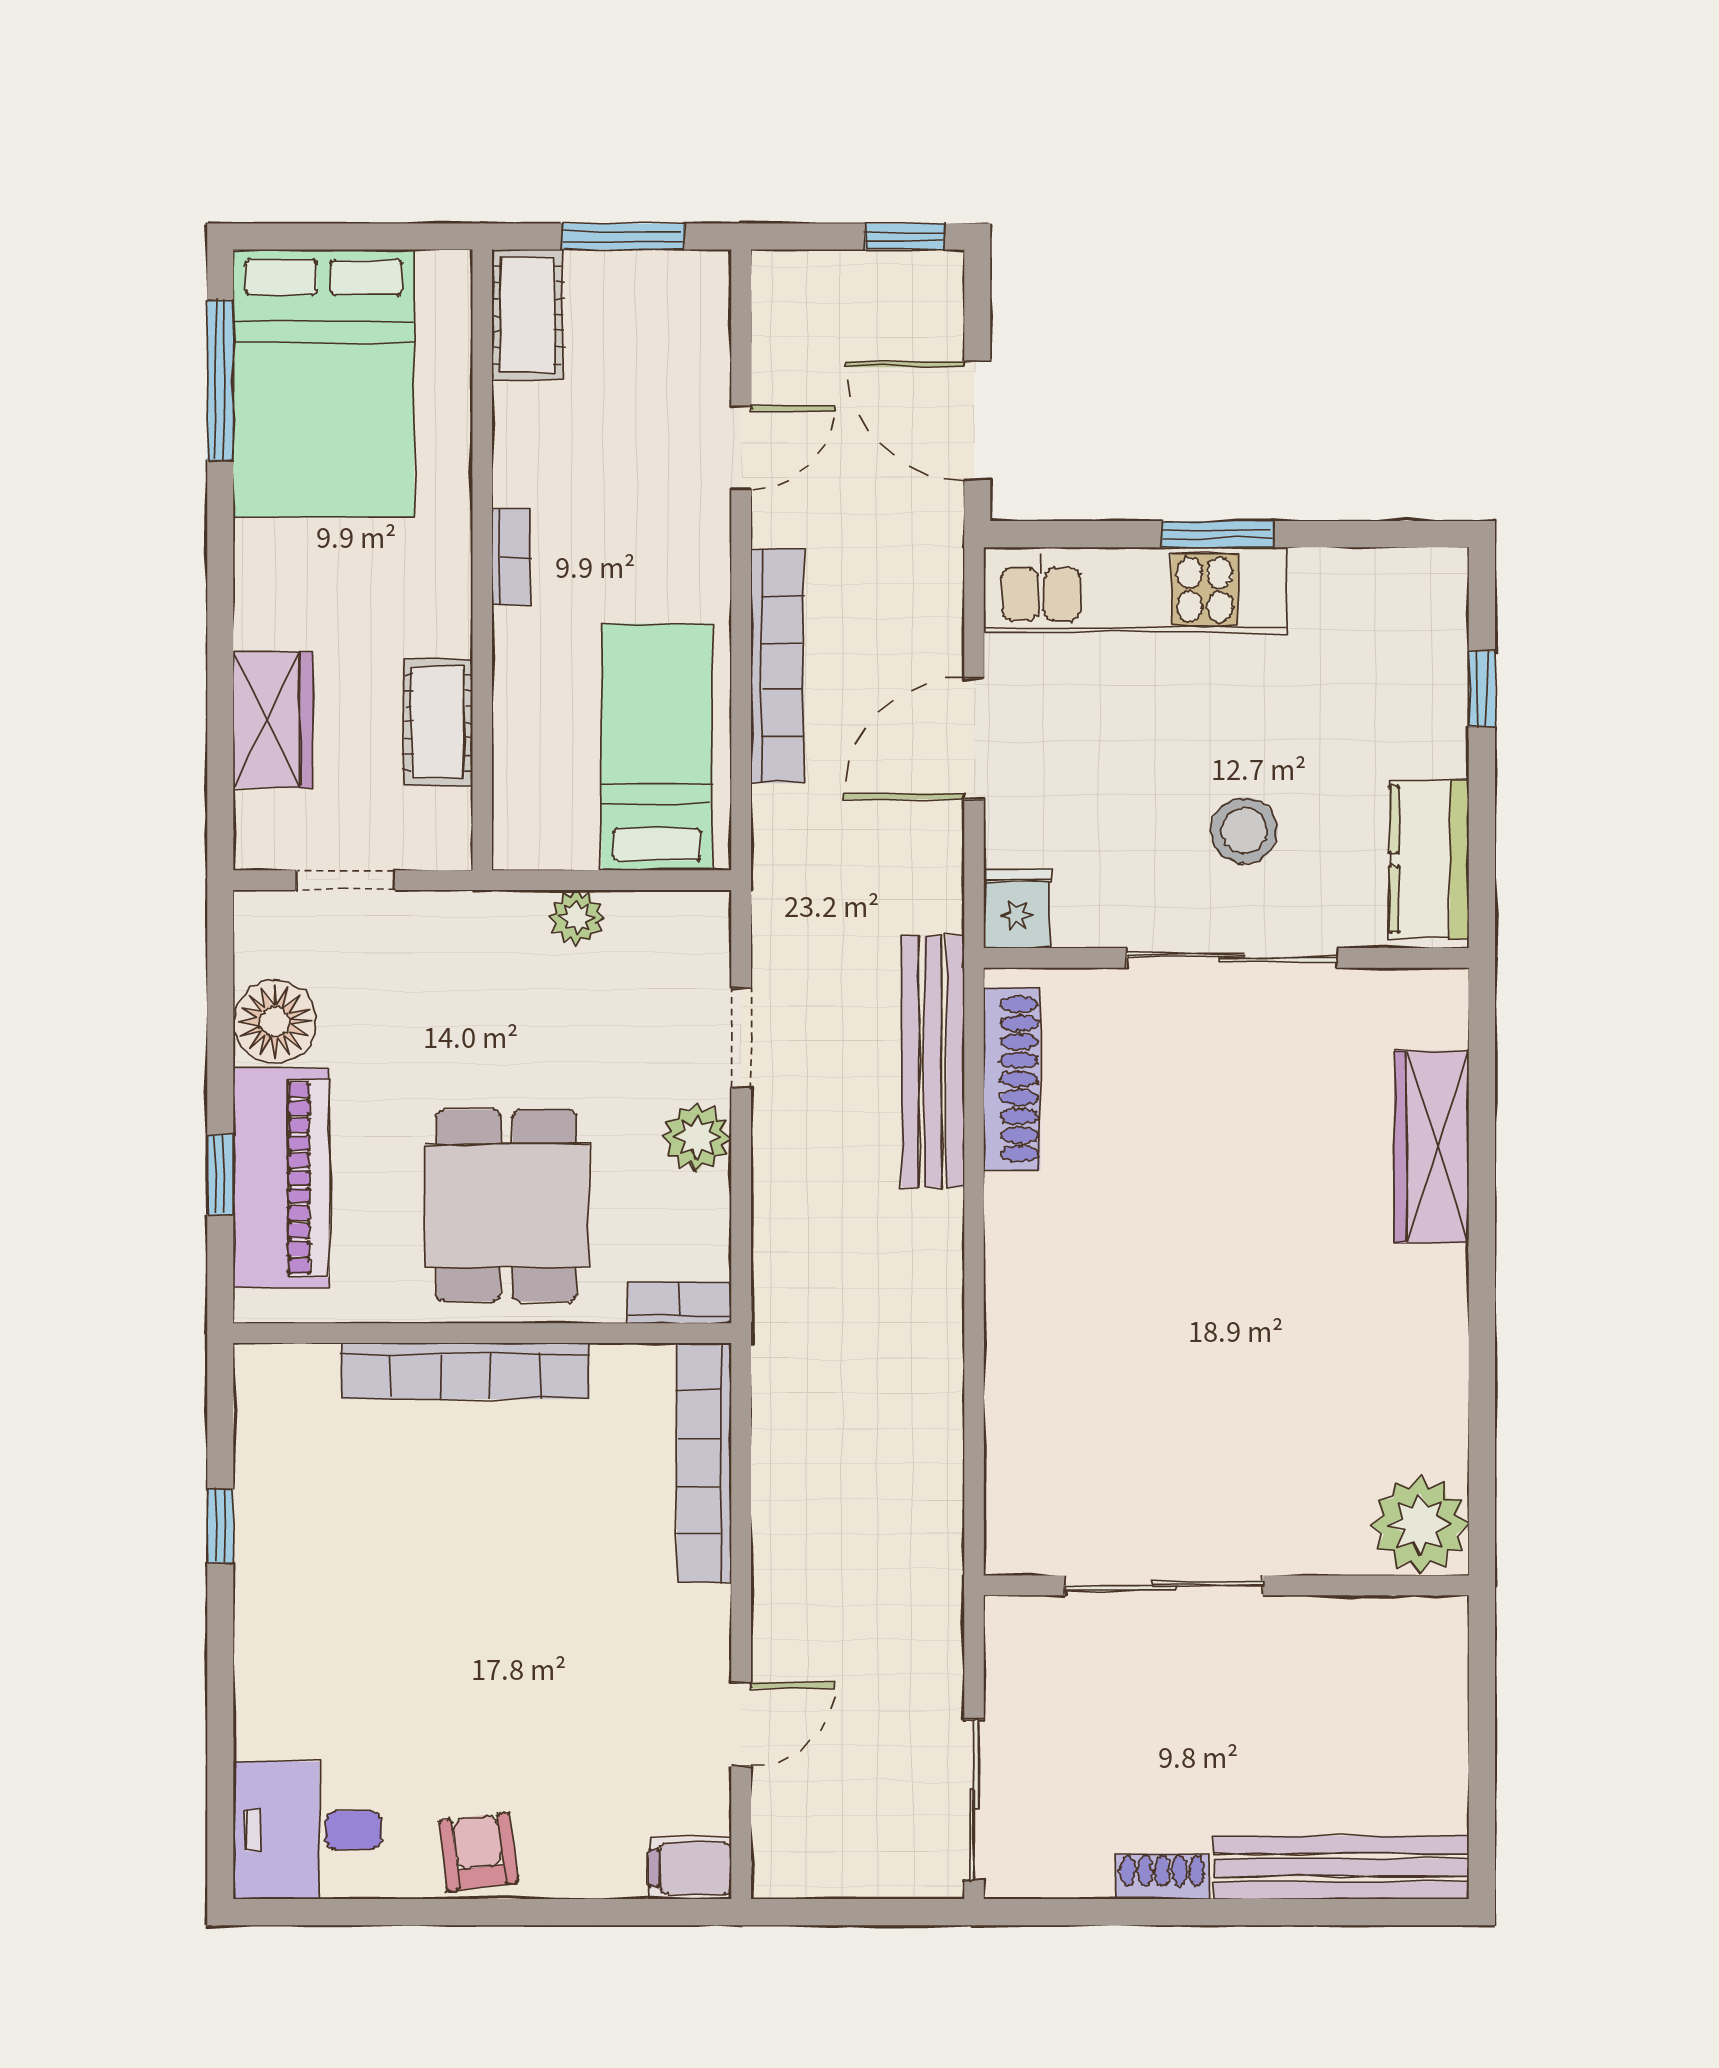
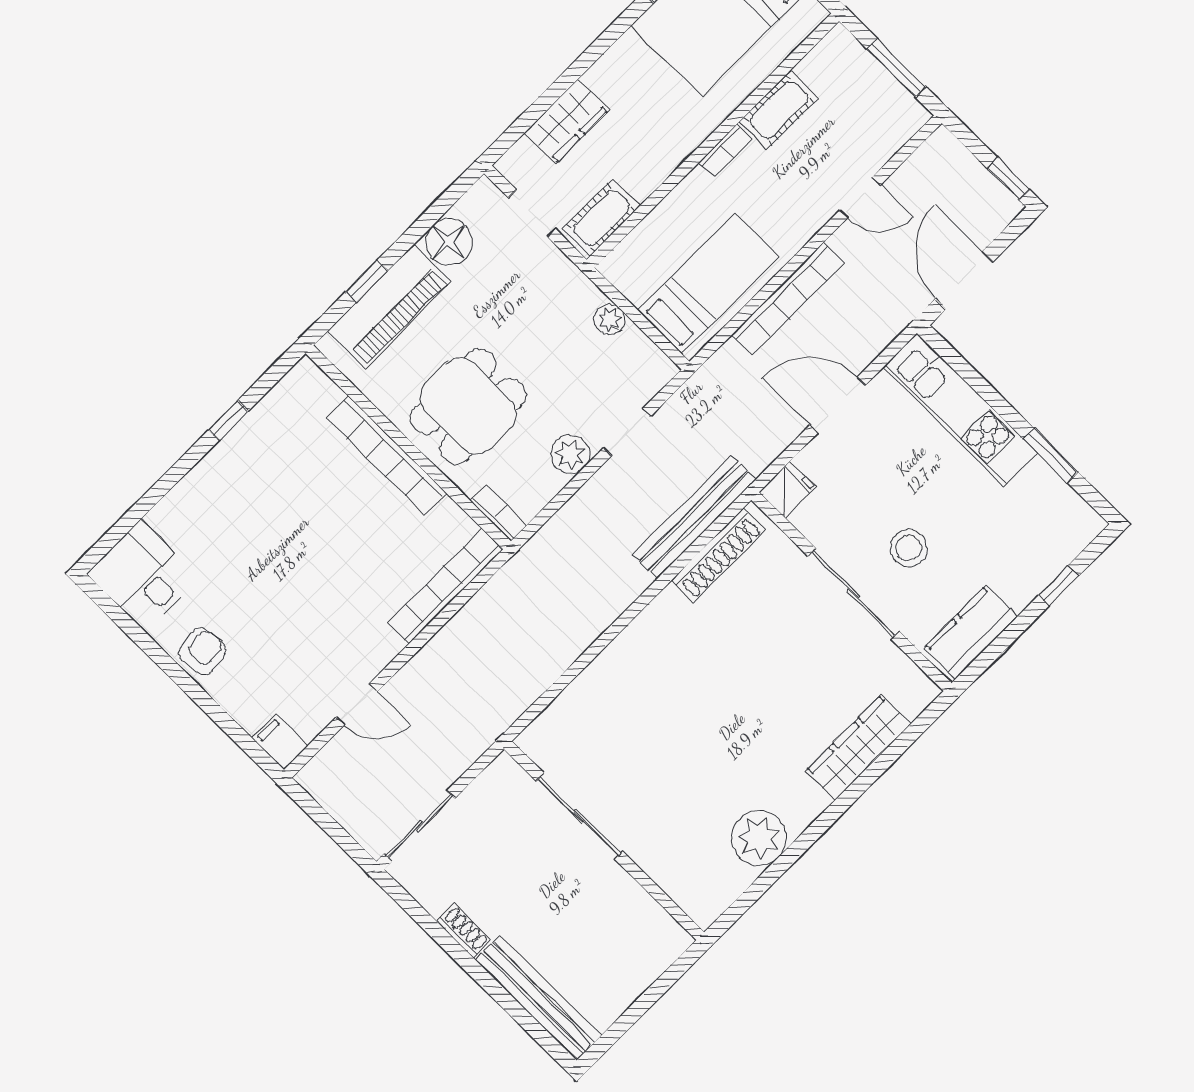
cot: (527, 315) -> (779, 110), moved
window: (1218, 534) -> (1051, 456), moved
cot: (438, 723) -> (601, 218), moved
plant: (1420, 1525) -> (759, 838), moved

